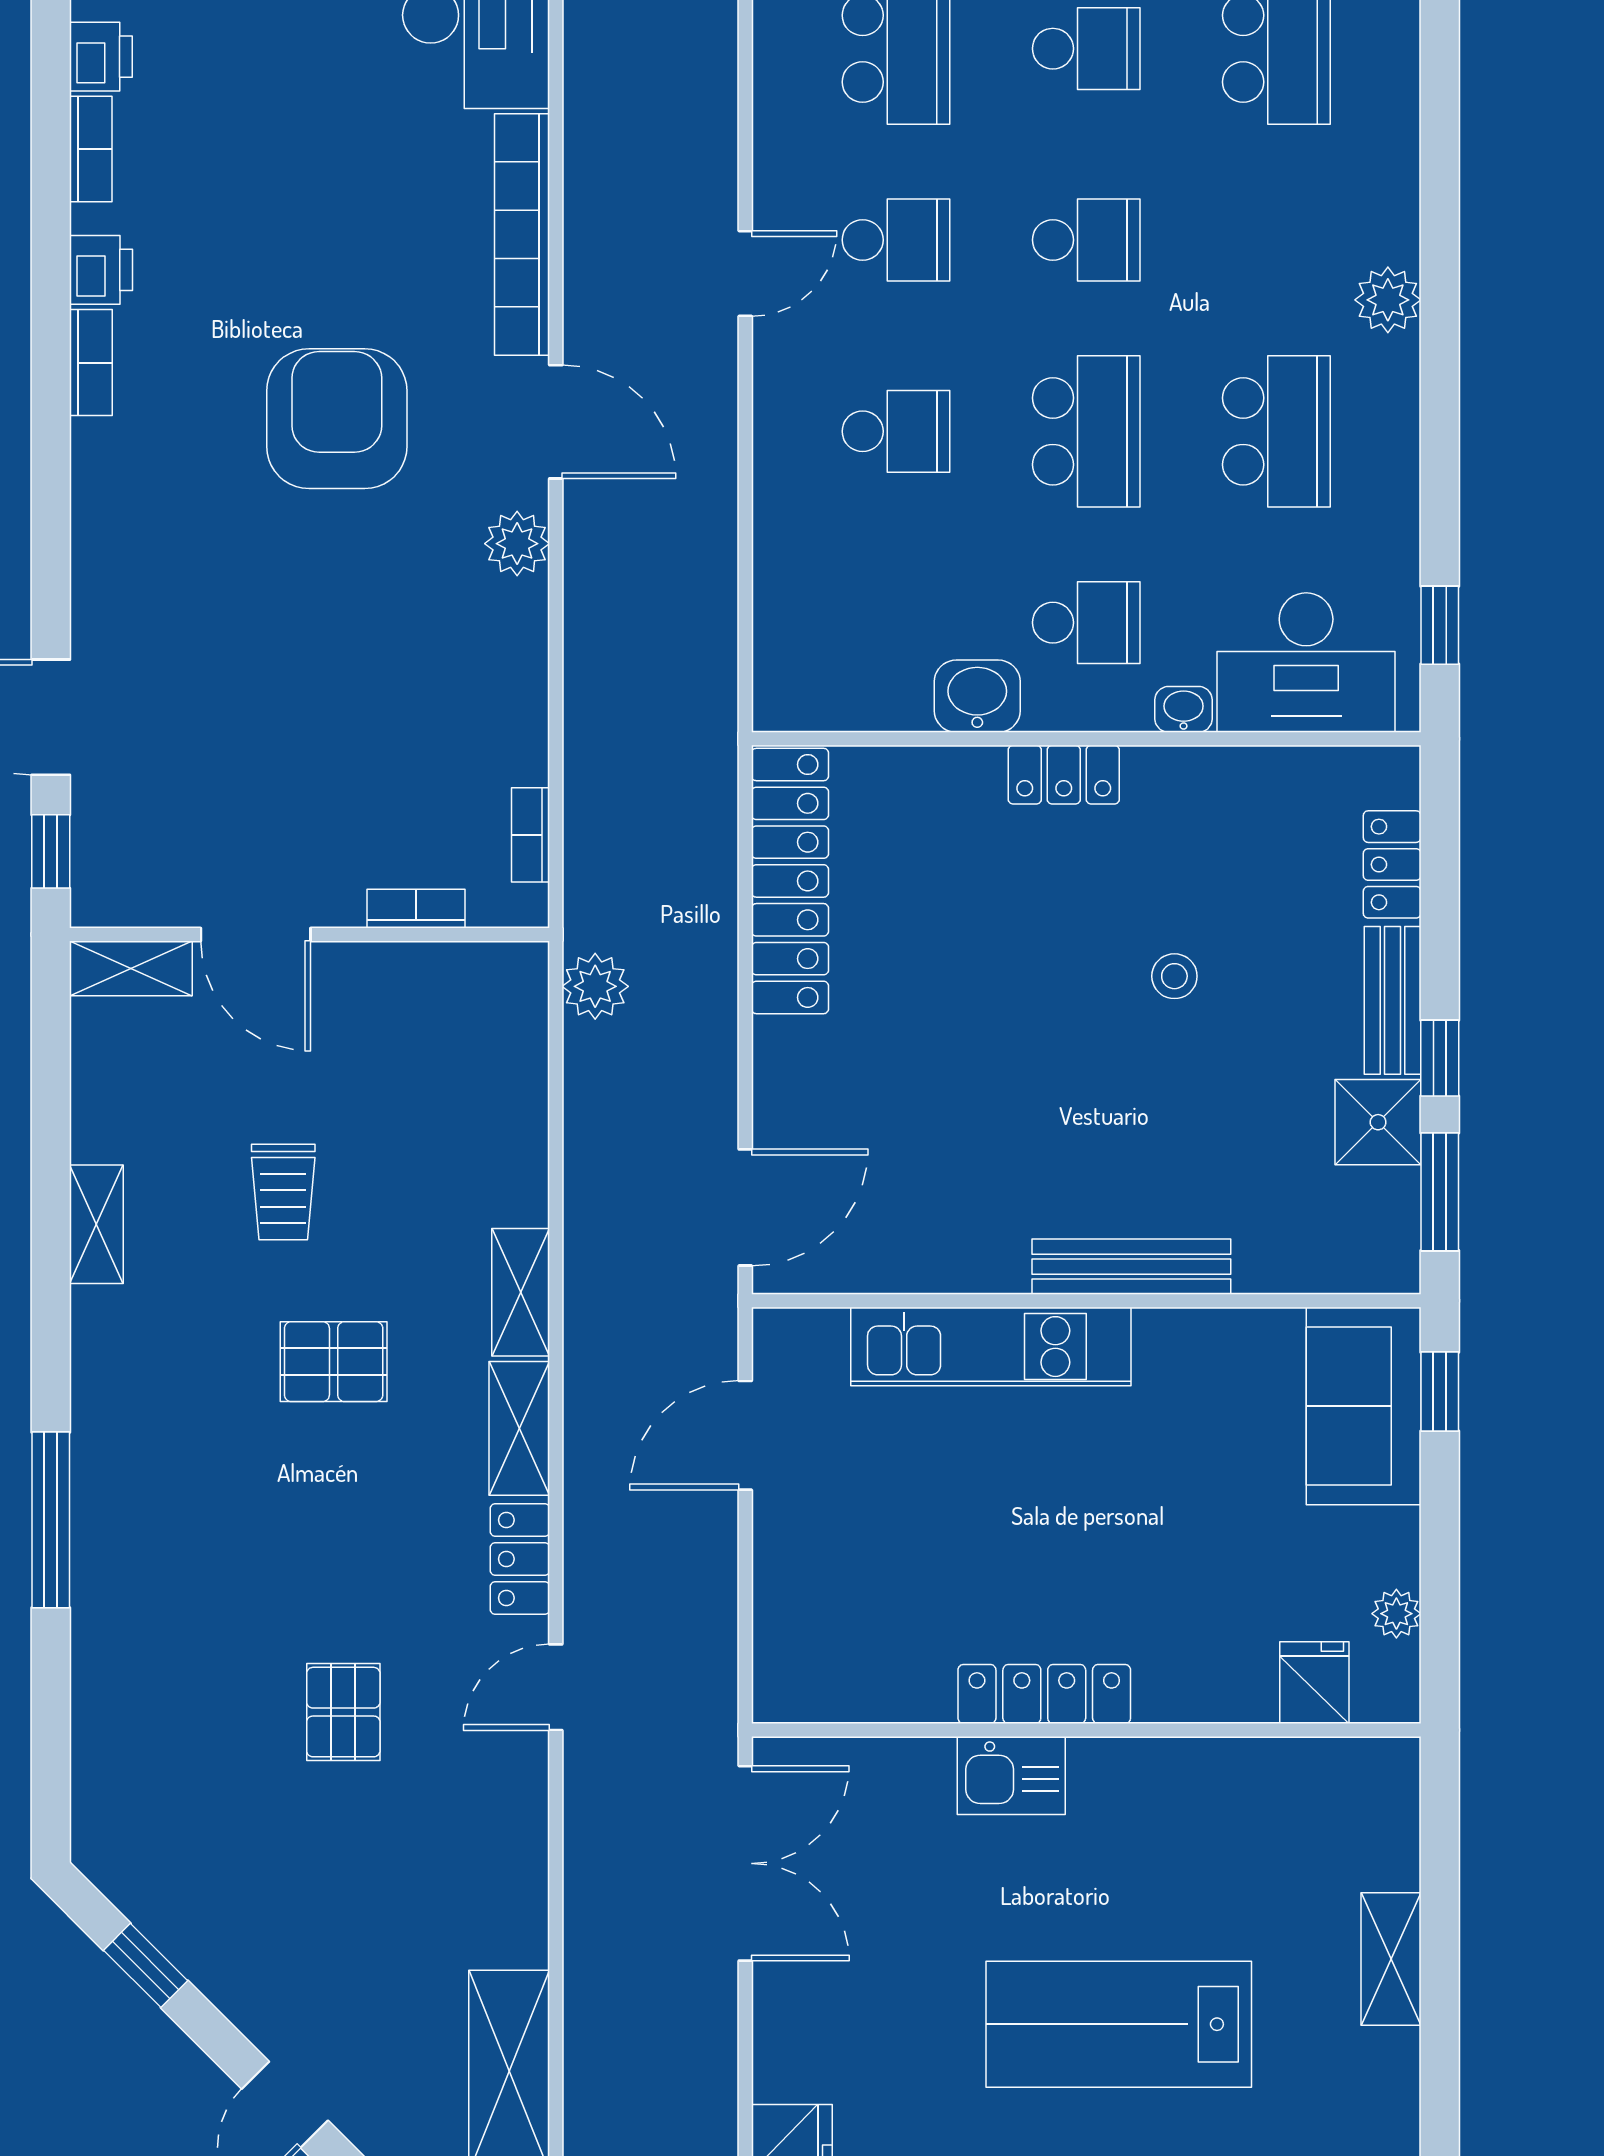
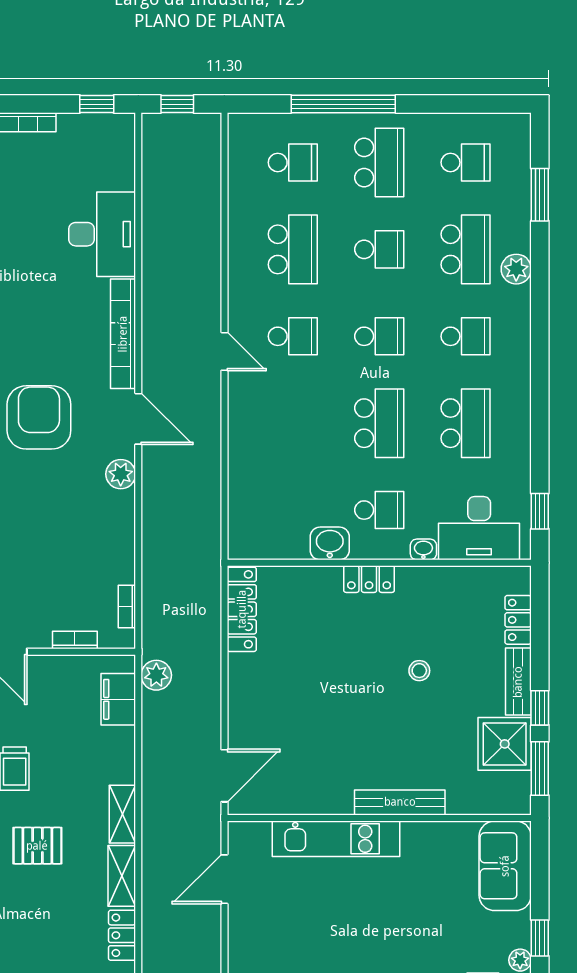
door: (745, 273) -> (224, 351), hinge flipped
plant: (1388, 300) -> (516, 269), moved
school desk: (896, 431) -> (466, 336), moved
locker: (790, 881) -> (242, 609), width x0.71, depth x0.83
filing cabinet: (512, 1039) -> (118, 699), added
shower: (1378, 1122) -> (505, 744), width x1.36, depth x1.36
window: (1440, 1392) -> (540, 938), moved

